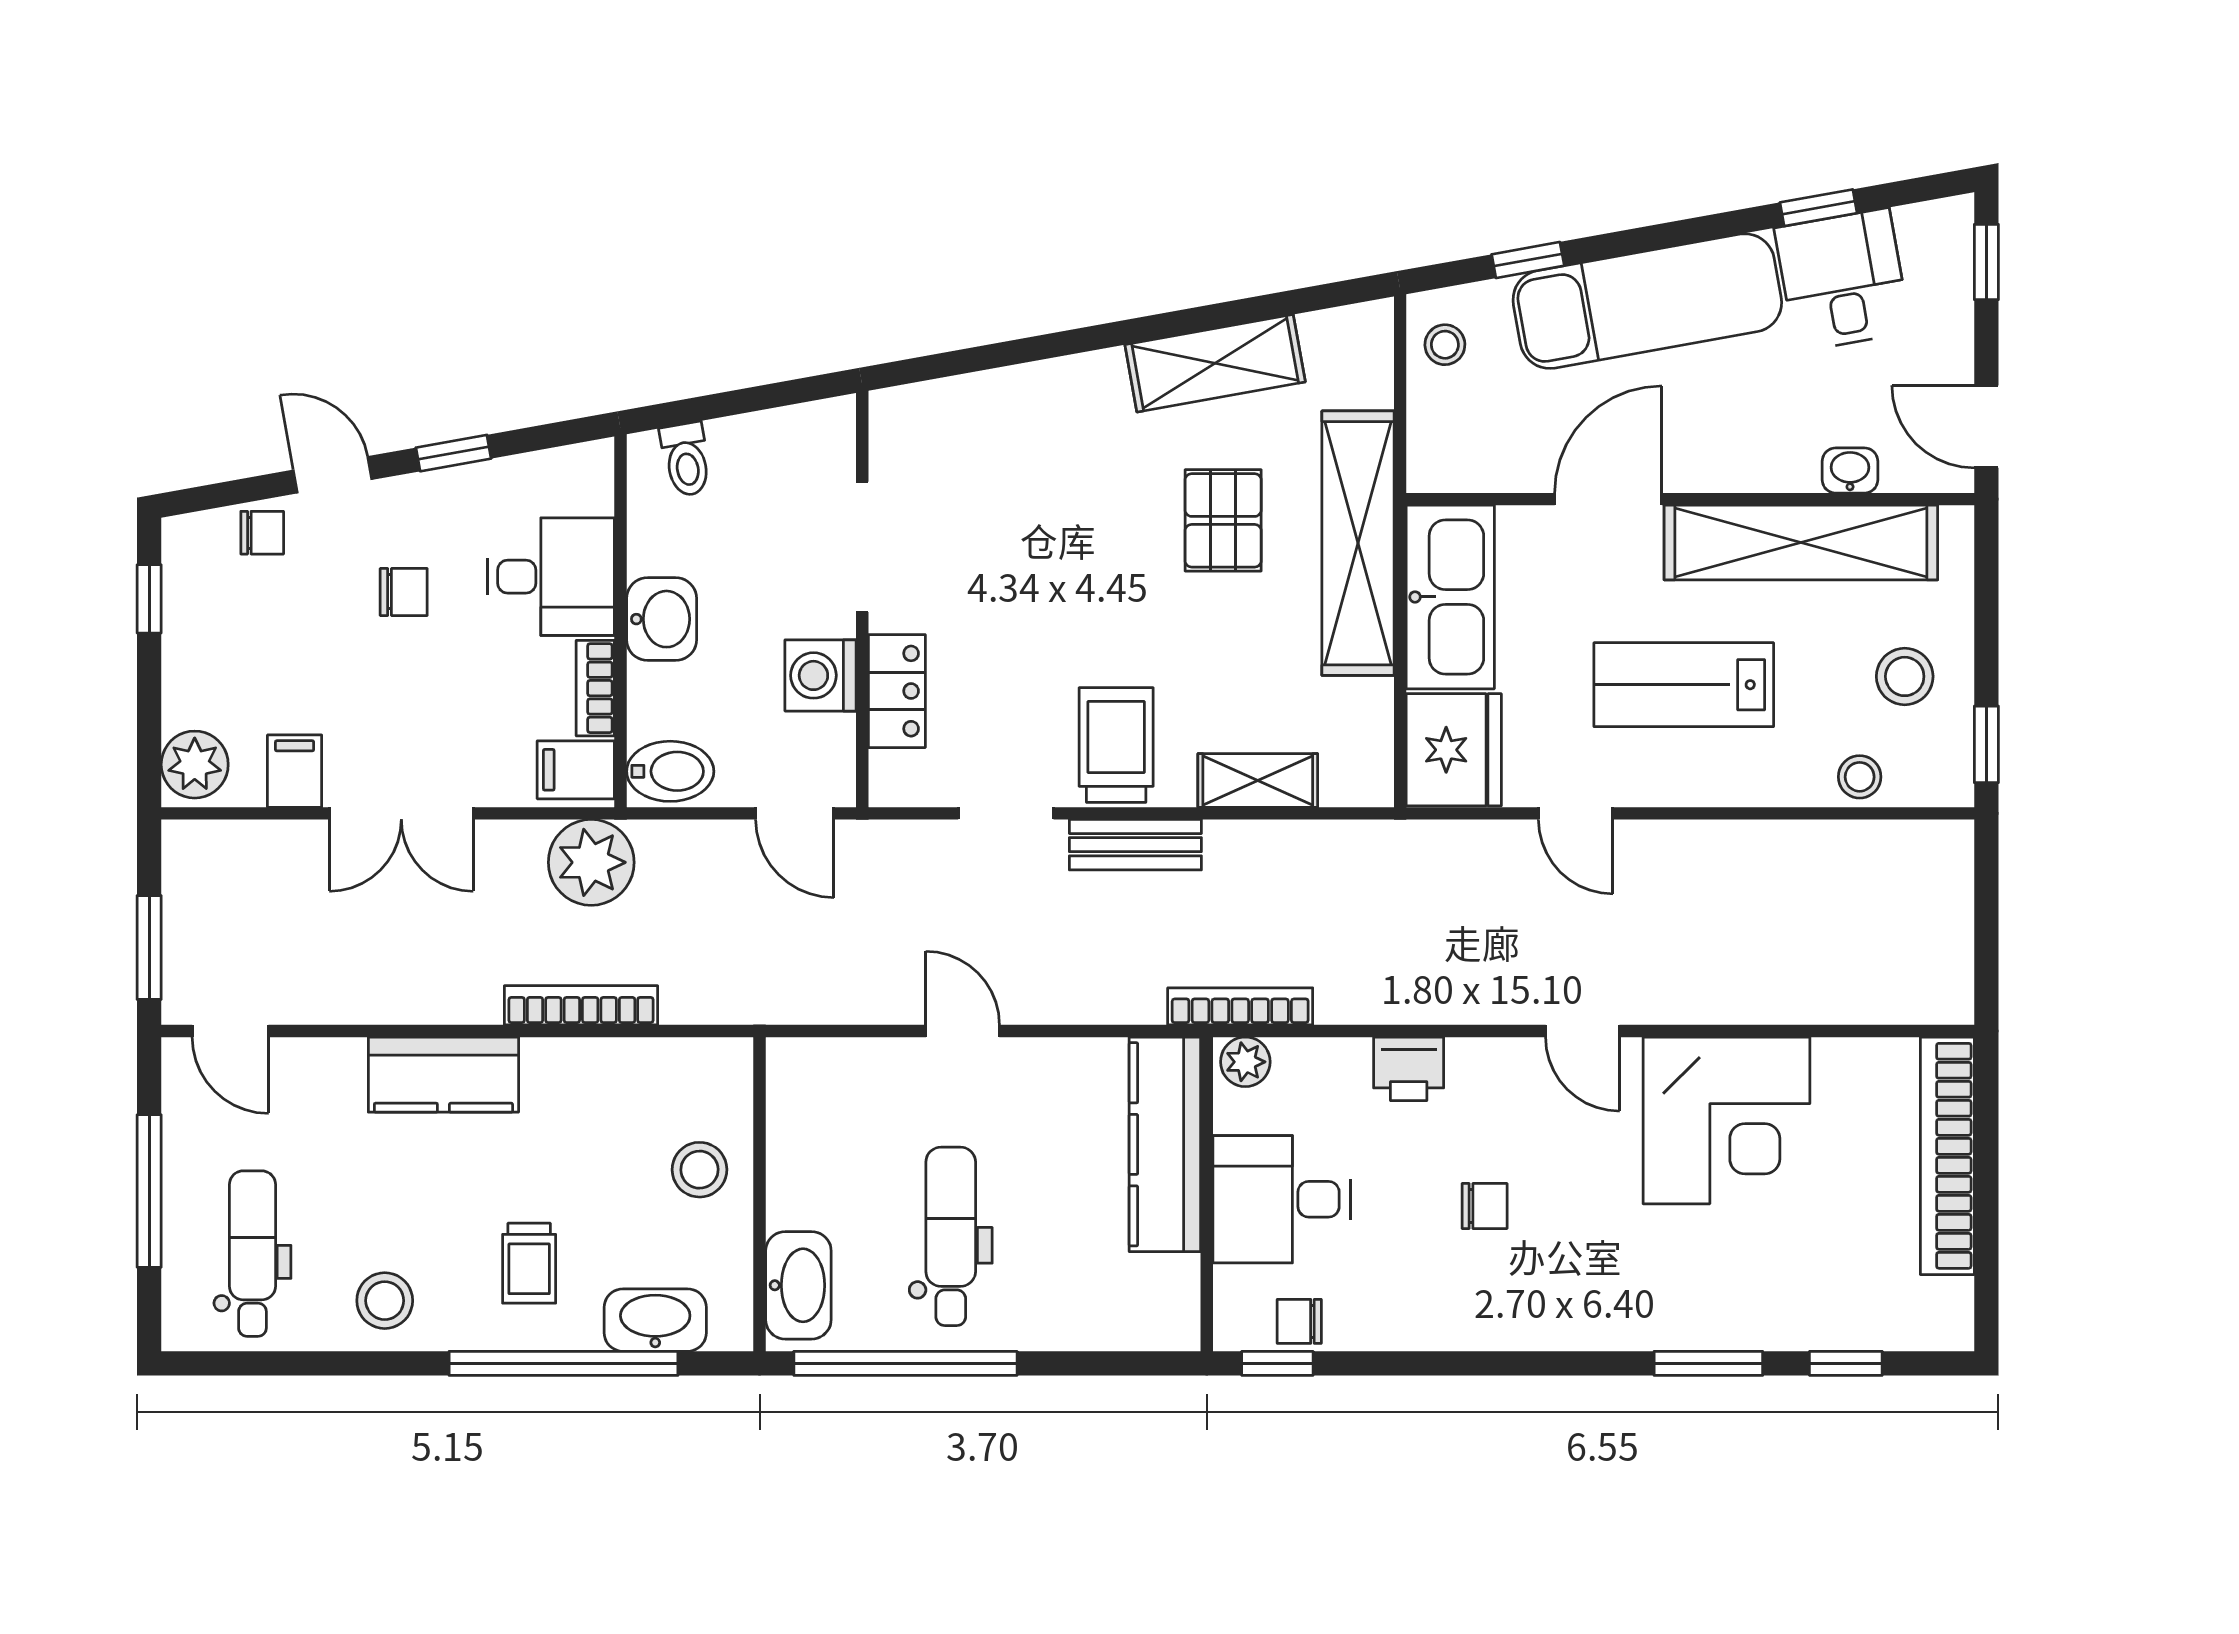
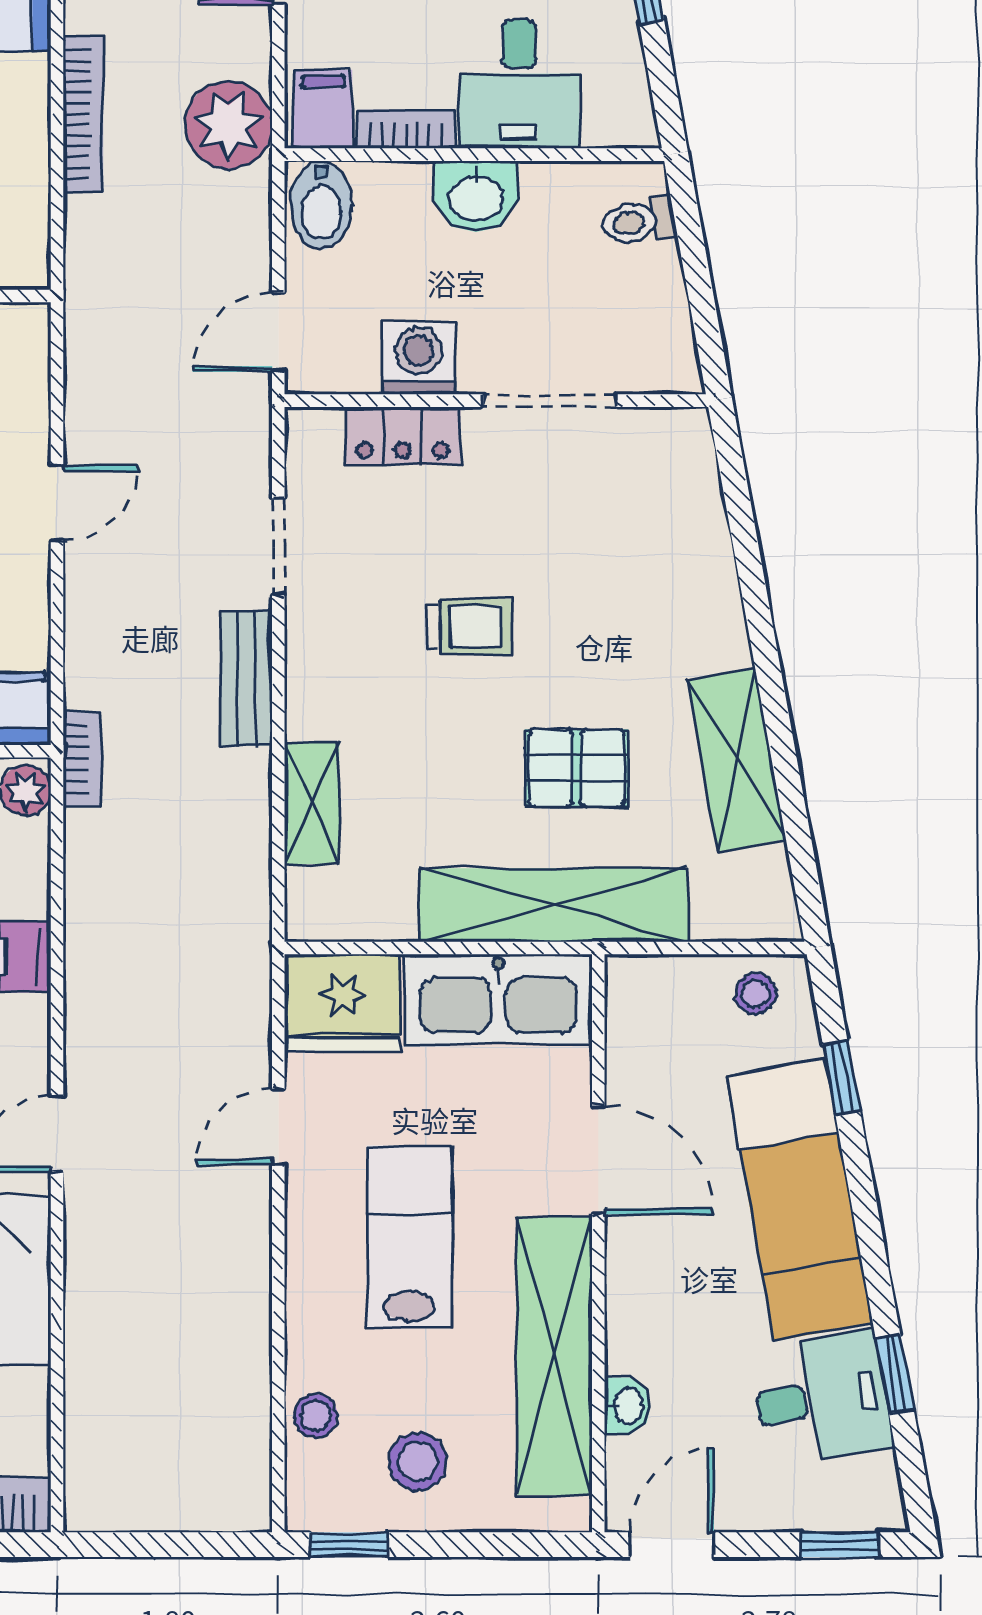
trolley: (1116, 745) -> (469, 627), moved, width x0.73, depth x0.72
bookcase: (1240, 1006) -> (82, 759), width x0.64

